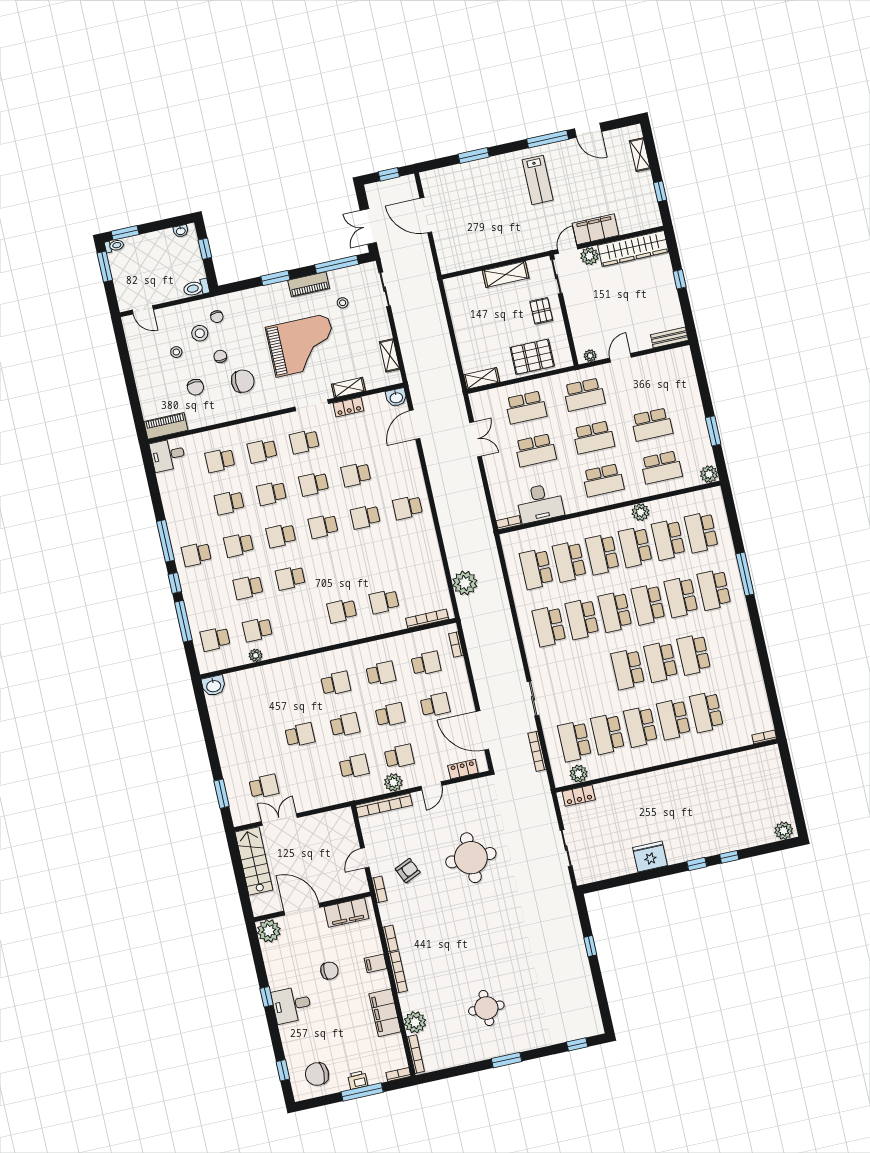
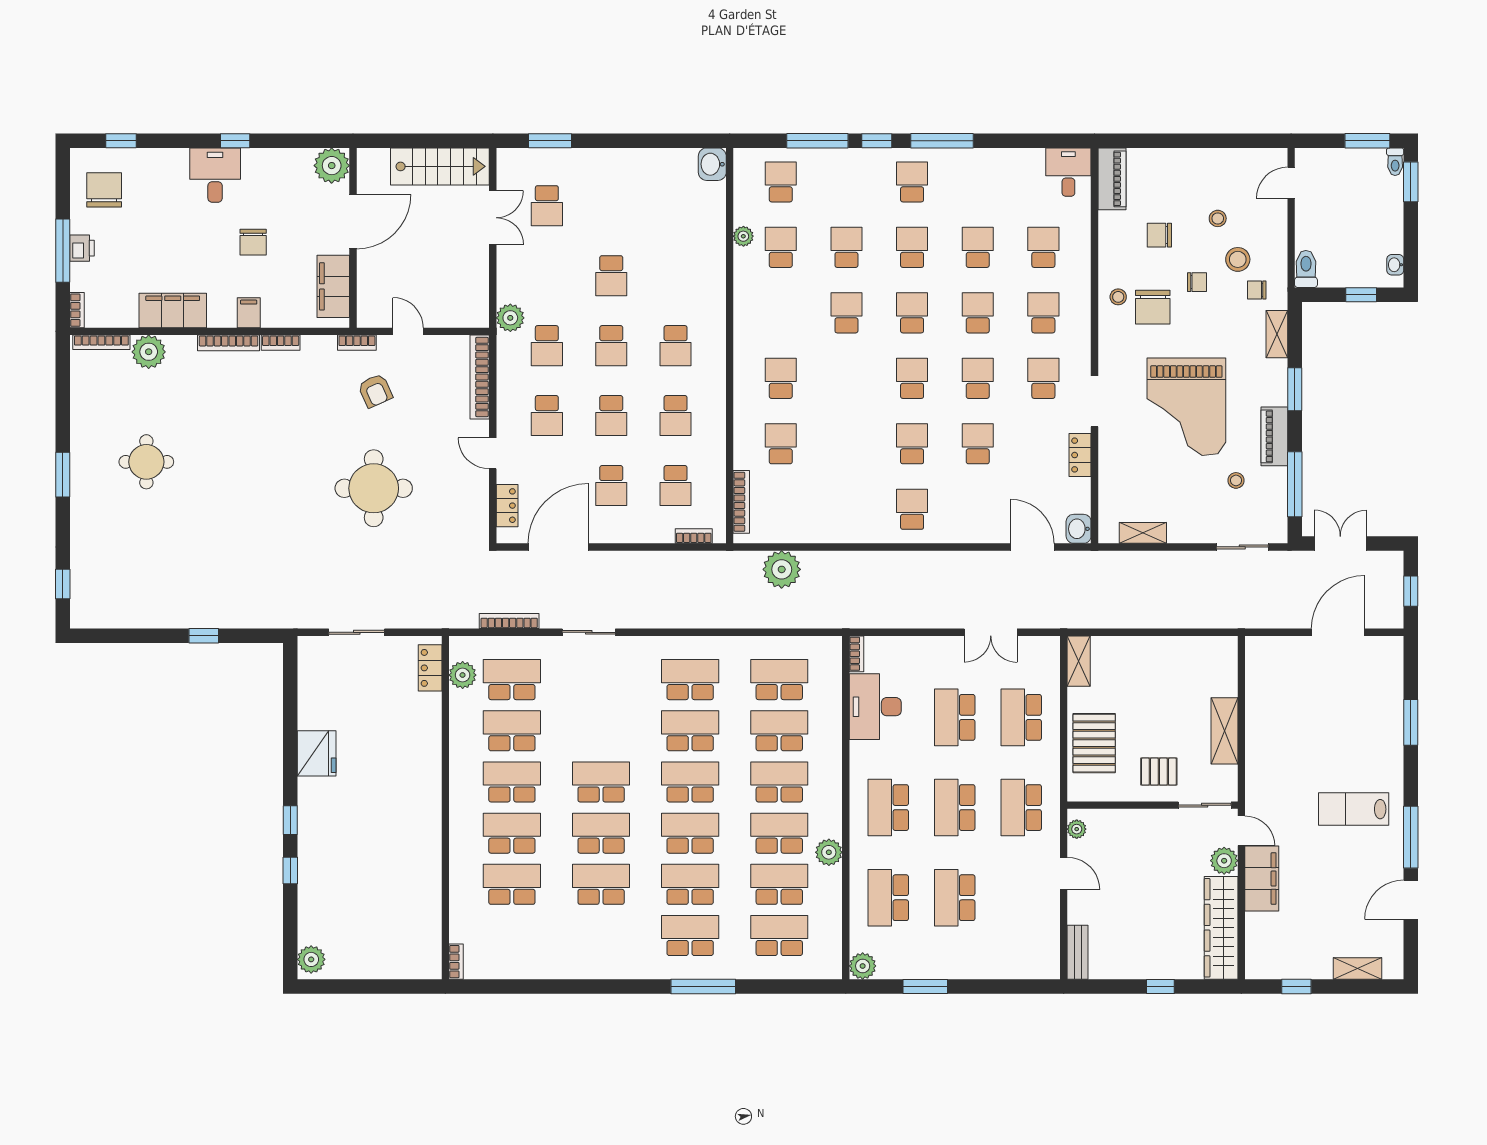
shelving: (349, 388) -> (1277, 334), moved
stool: (241, 405) -> (1118, 297), added
plant: (393, 782) -> (510, 318), moved

